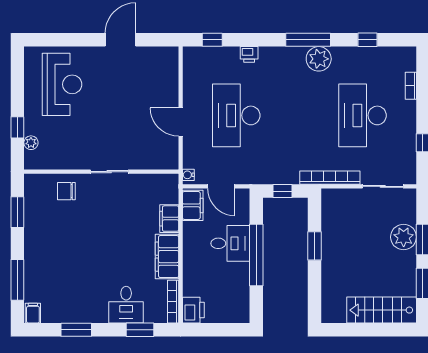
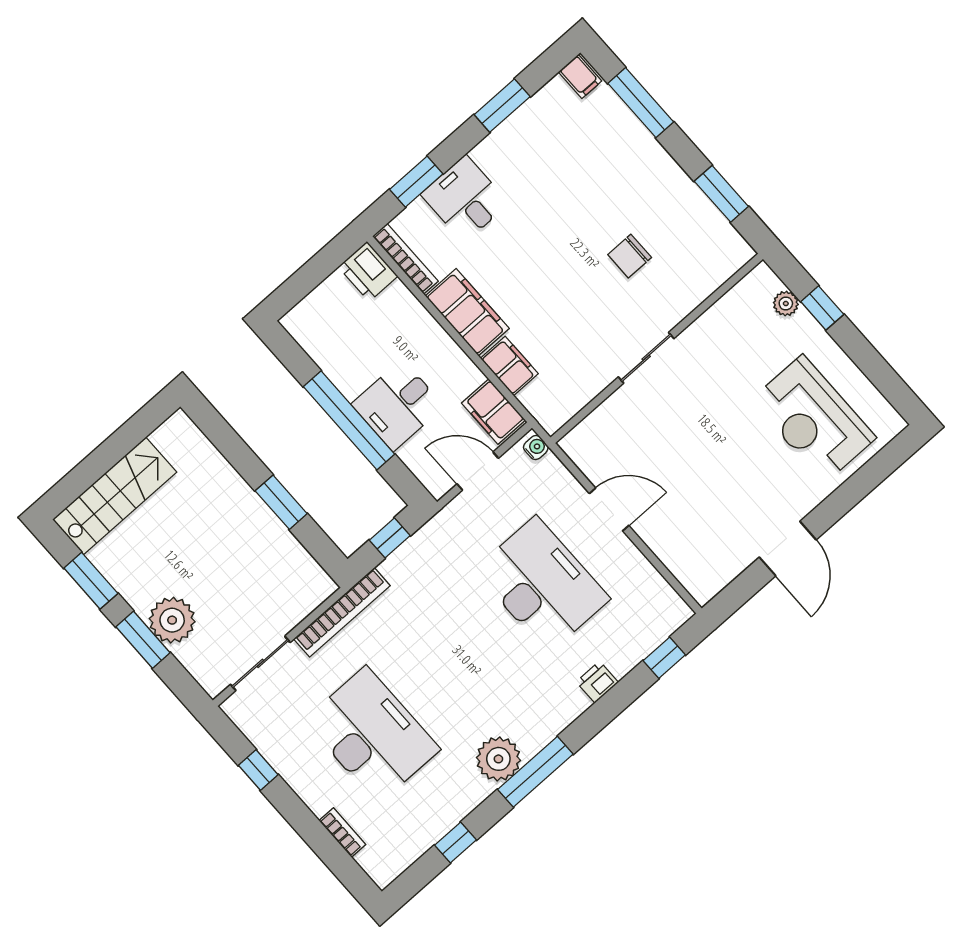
chair: (66, 191) -> (630, 256), moved, turned 180

